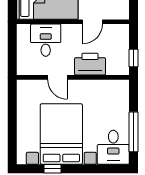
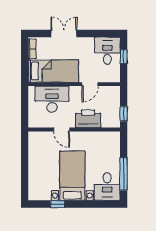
desk: (46, 40) -> (52, 99), width x1.37
bed with nightstands: (61, 134) -> (72, 176), width x0.73

